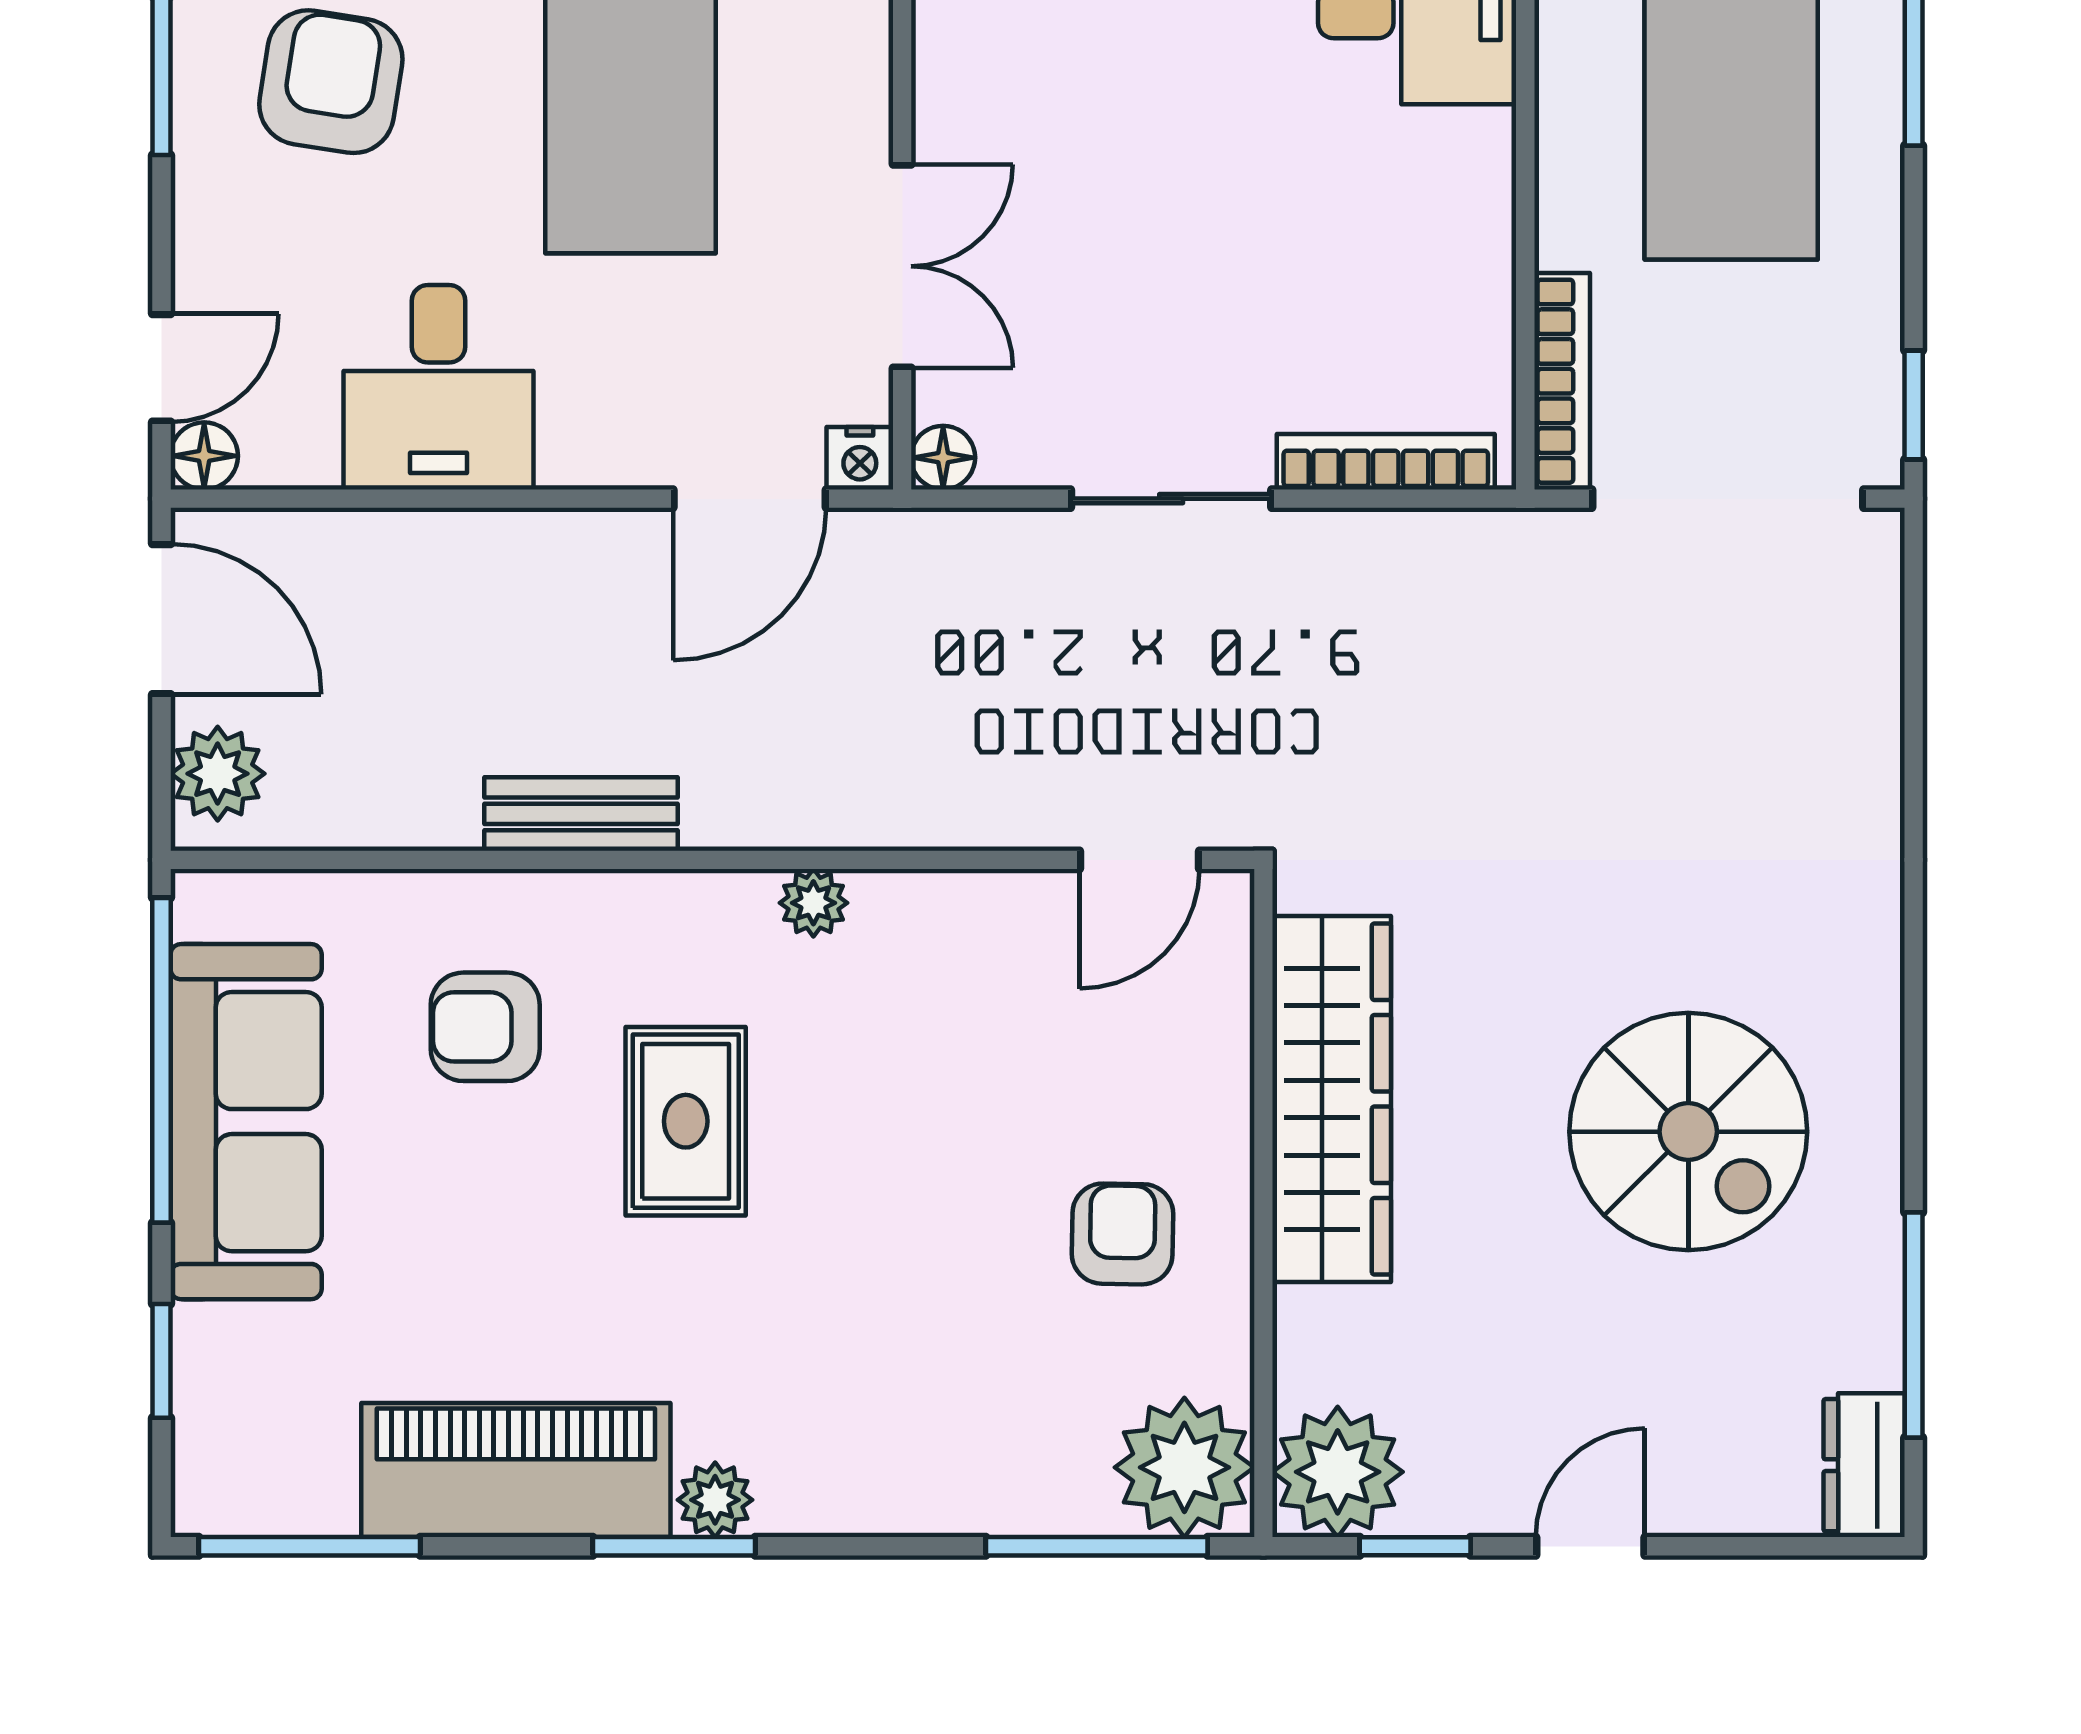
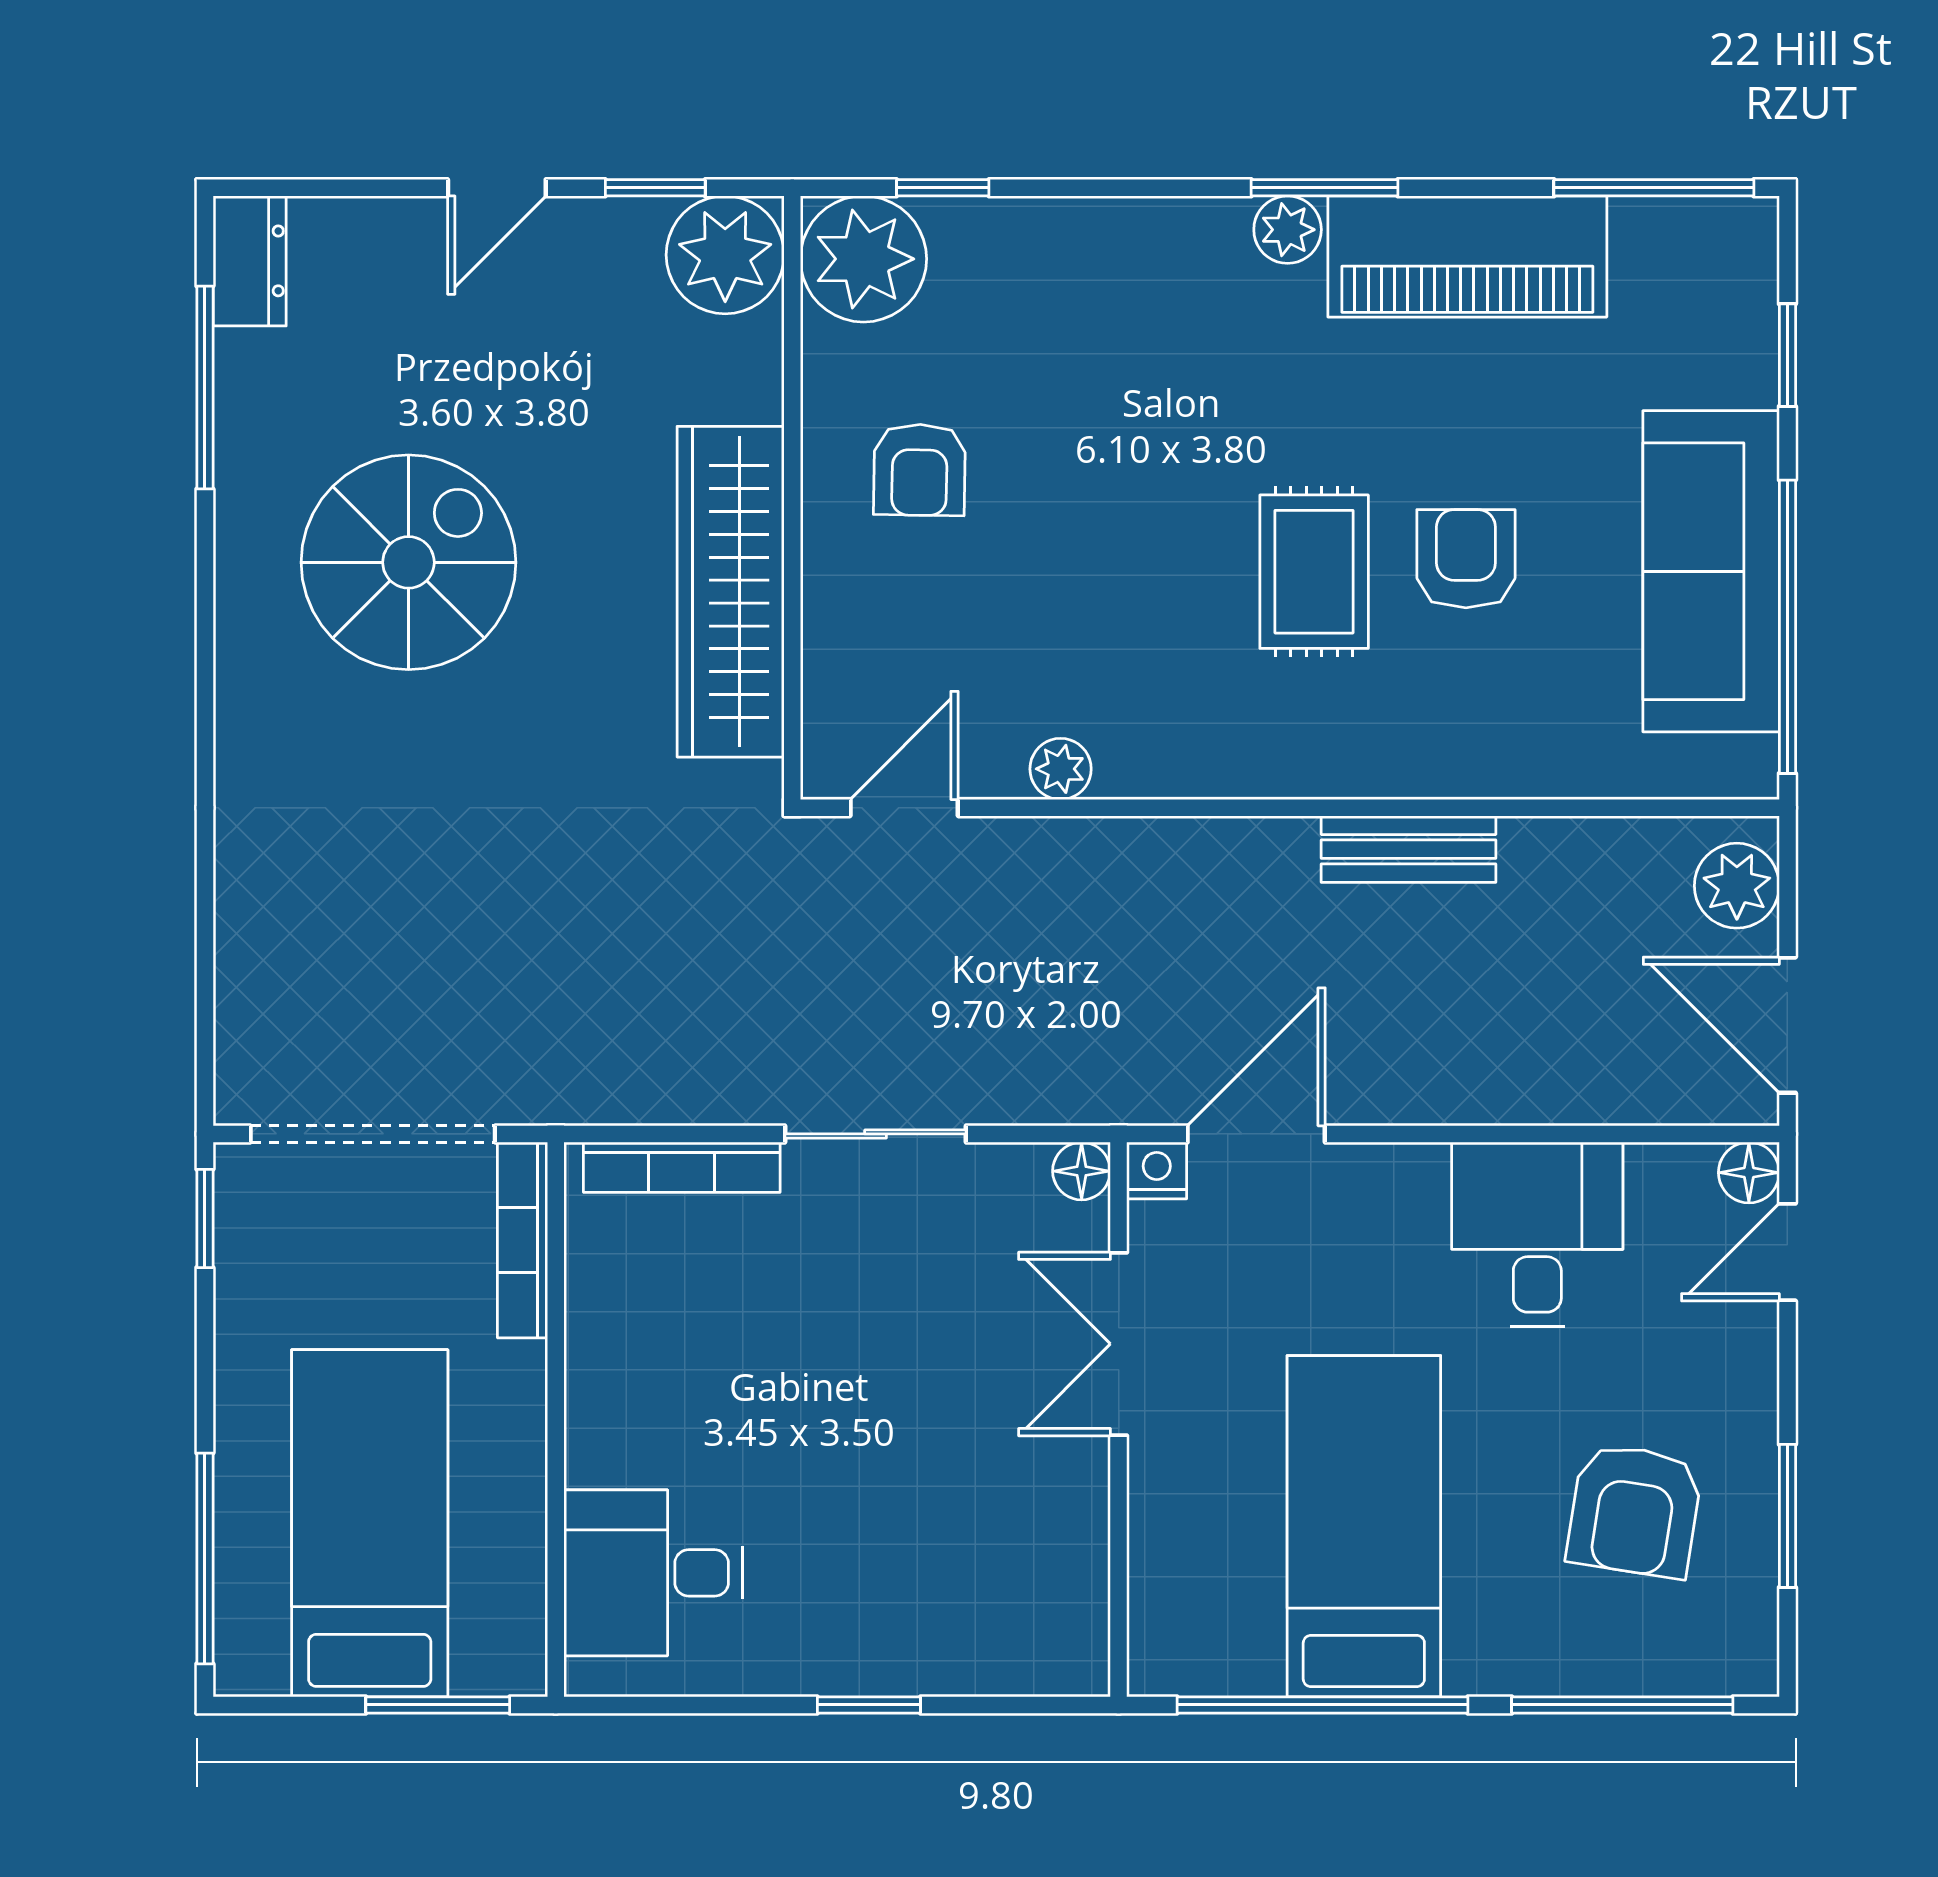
plant: (813, 903) -> (1061, 769), moved
armchair: (485, 1027) -> (1466, 559), moved, turned -90
spiral stairs: (1688, 1132) -> (408, 562), turned 90
window: (1097, 1546) -> (943, 188), width x0.46

